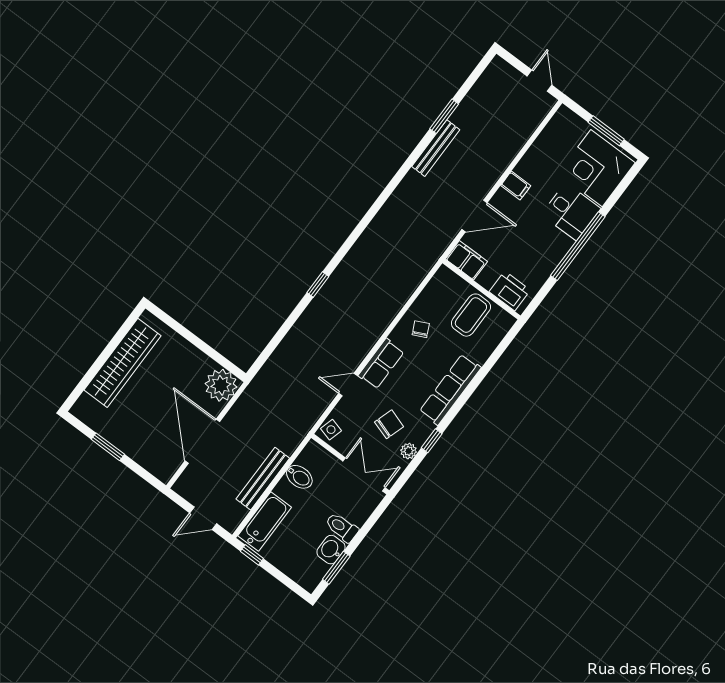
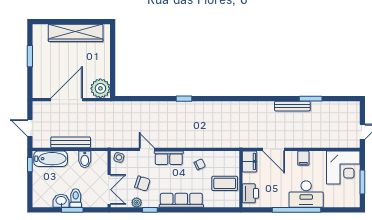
corner desk: (597, 168) -> (343, 167), moved, turned 180
desk: (571, 211) -> (306, 194), width x1.37
window: (336, 568) -> (72, 210), moved

